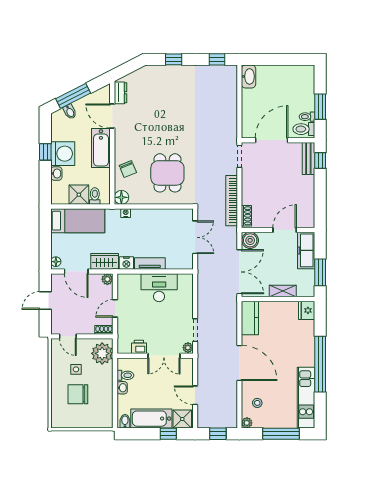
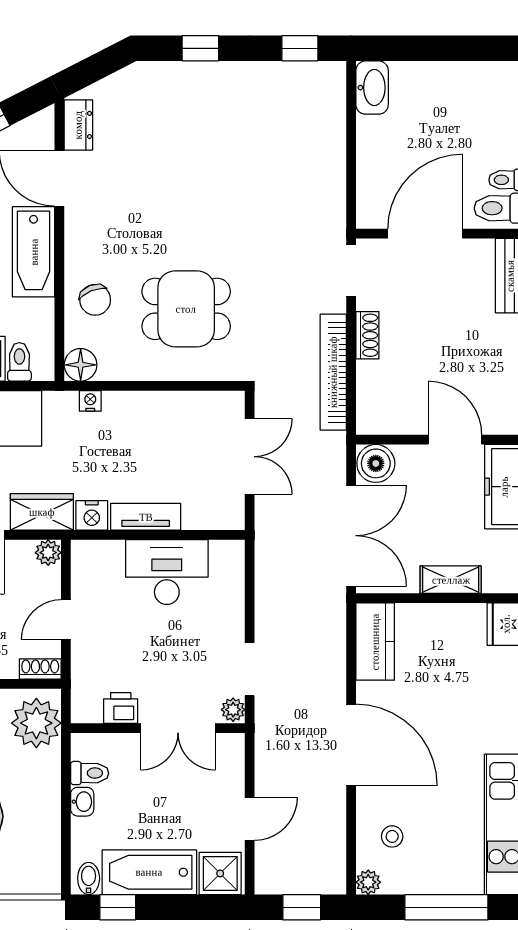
dining table: (167, 173) -> (186, 309), turned 90
shoe rack: (246, 216) -> (367, 335), moved
door: (285, 230) -> (455, 440), hinge flipped
door: (195, 395) -> (250, 819), swing flipped
window: (168, 434) -> (118, 907), moved

